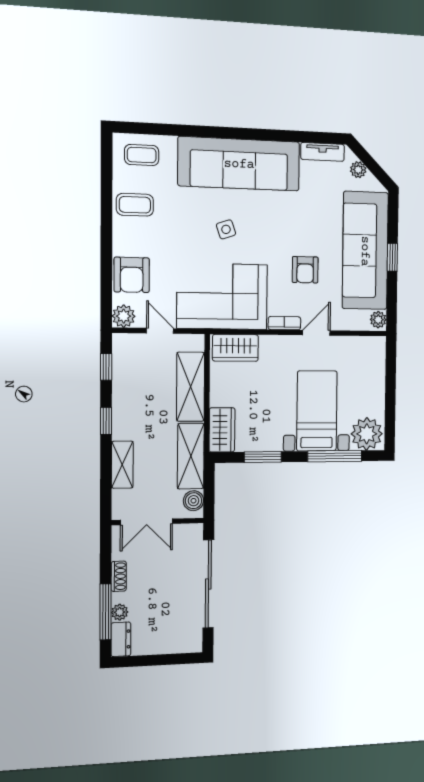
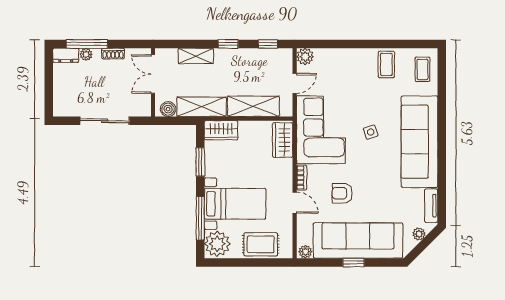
armchair: (132, 275) -> (335, 62), removed
rug: (368, 378) -> (261, 244), added
sliding door: (208, 584) -> (105, 121), width x0.73

